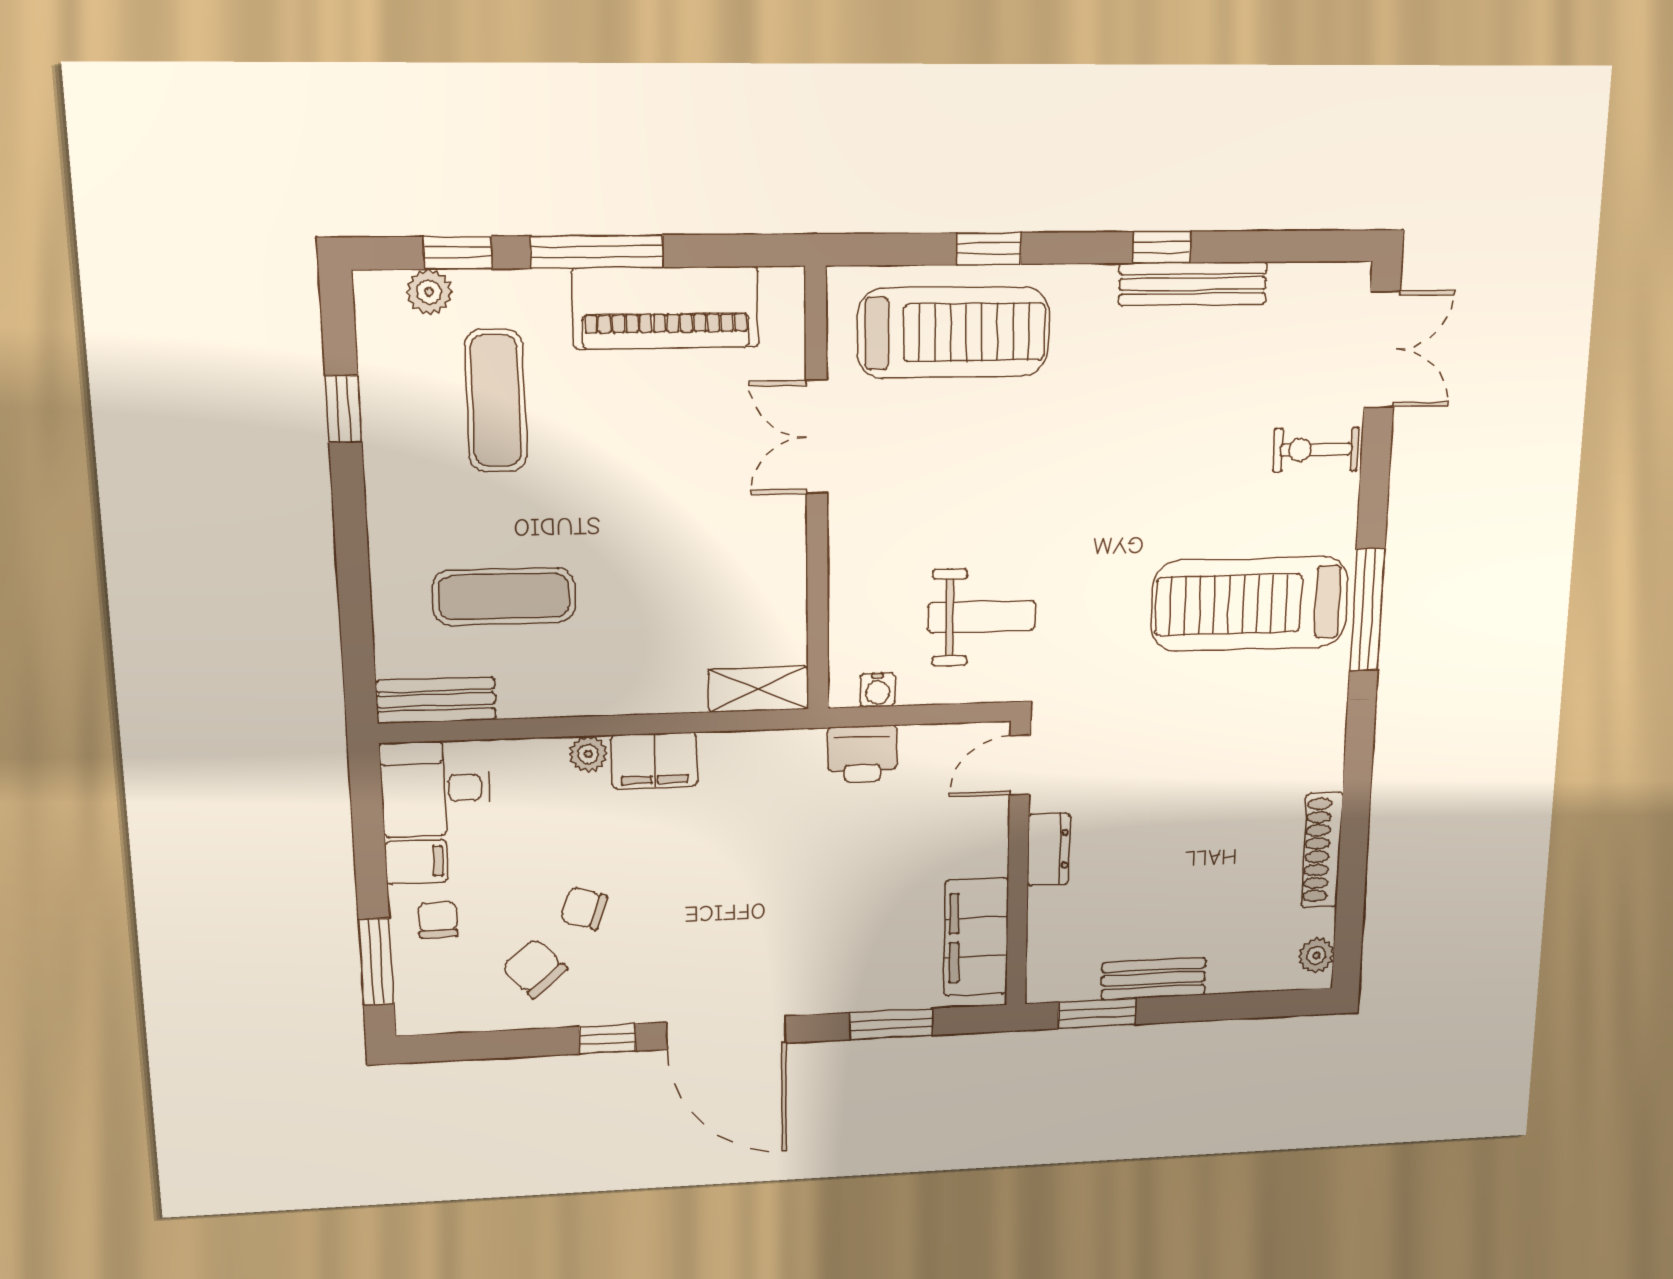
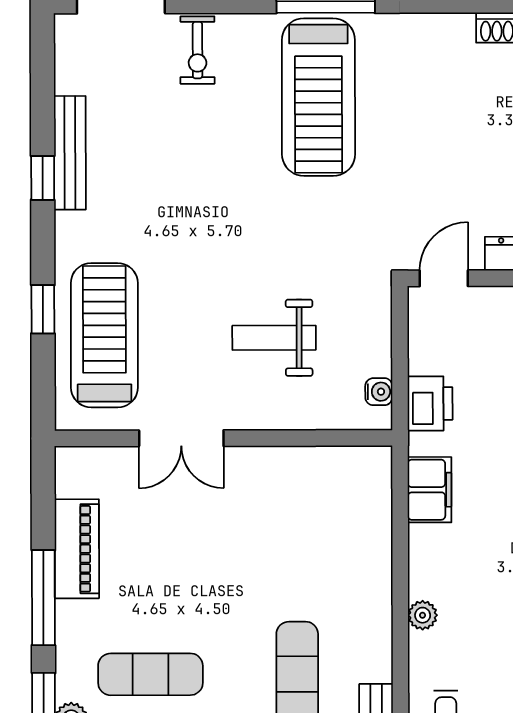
piano: (666, 308) -> (77, 549), width x0.73, depth x0.75
weight bench: (982, 617) -> (274, 338), moved, turned -90
shelving: (759, 689) -> (375, 484), removed
filing cabinet: (654, 761) -> (430, 490), moved
door: (1020, 765) -> (444, 278), swing flipped

